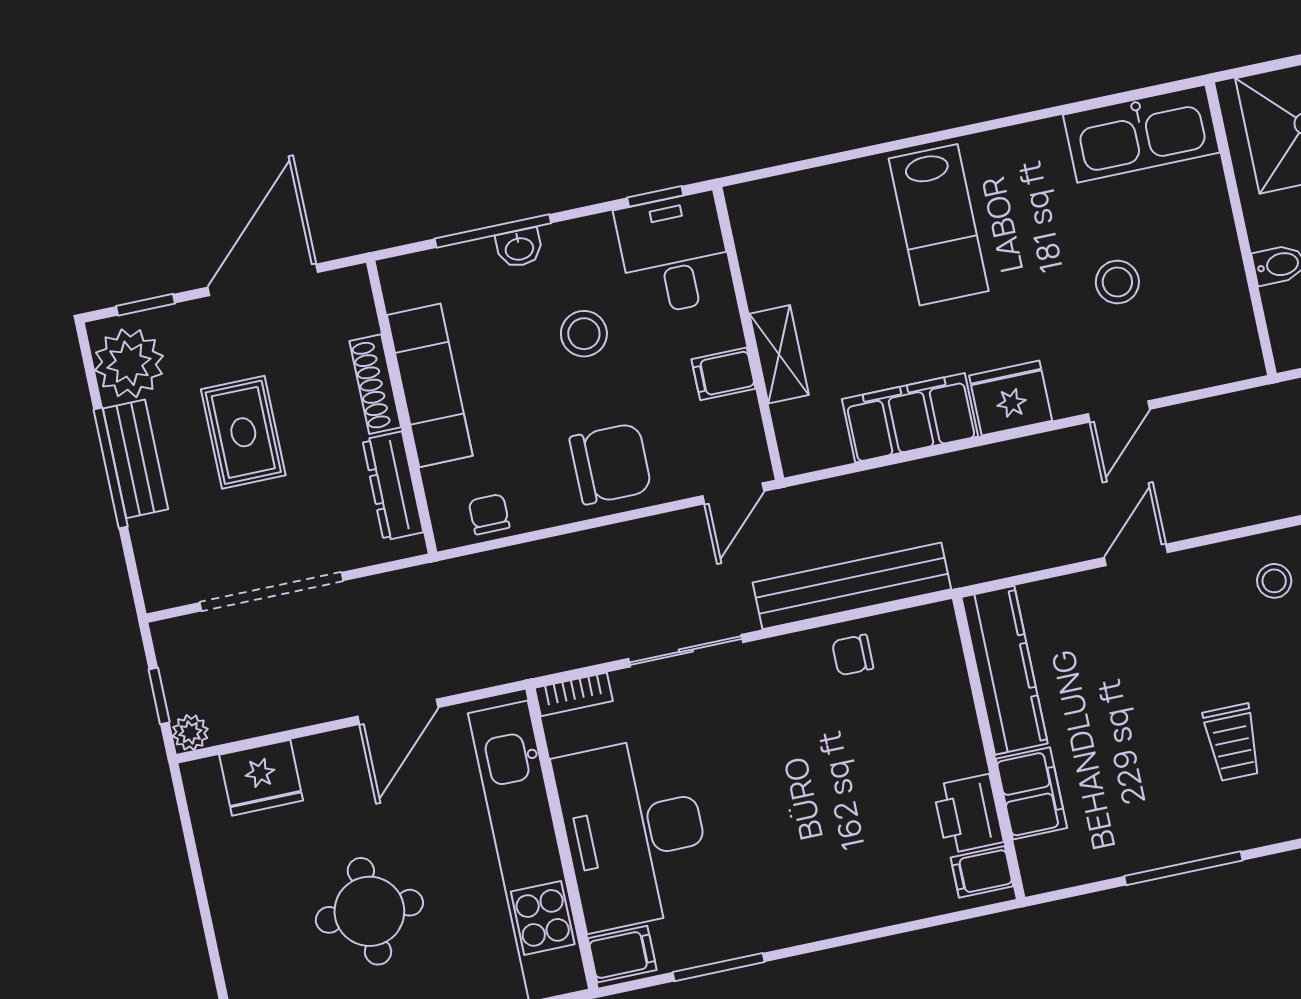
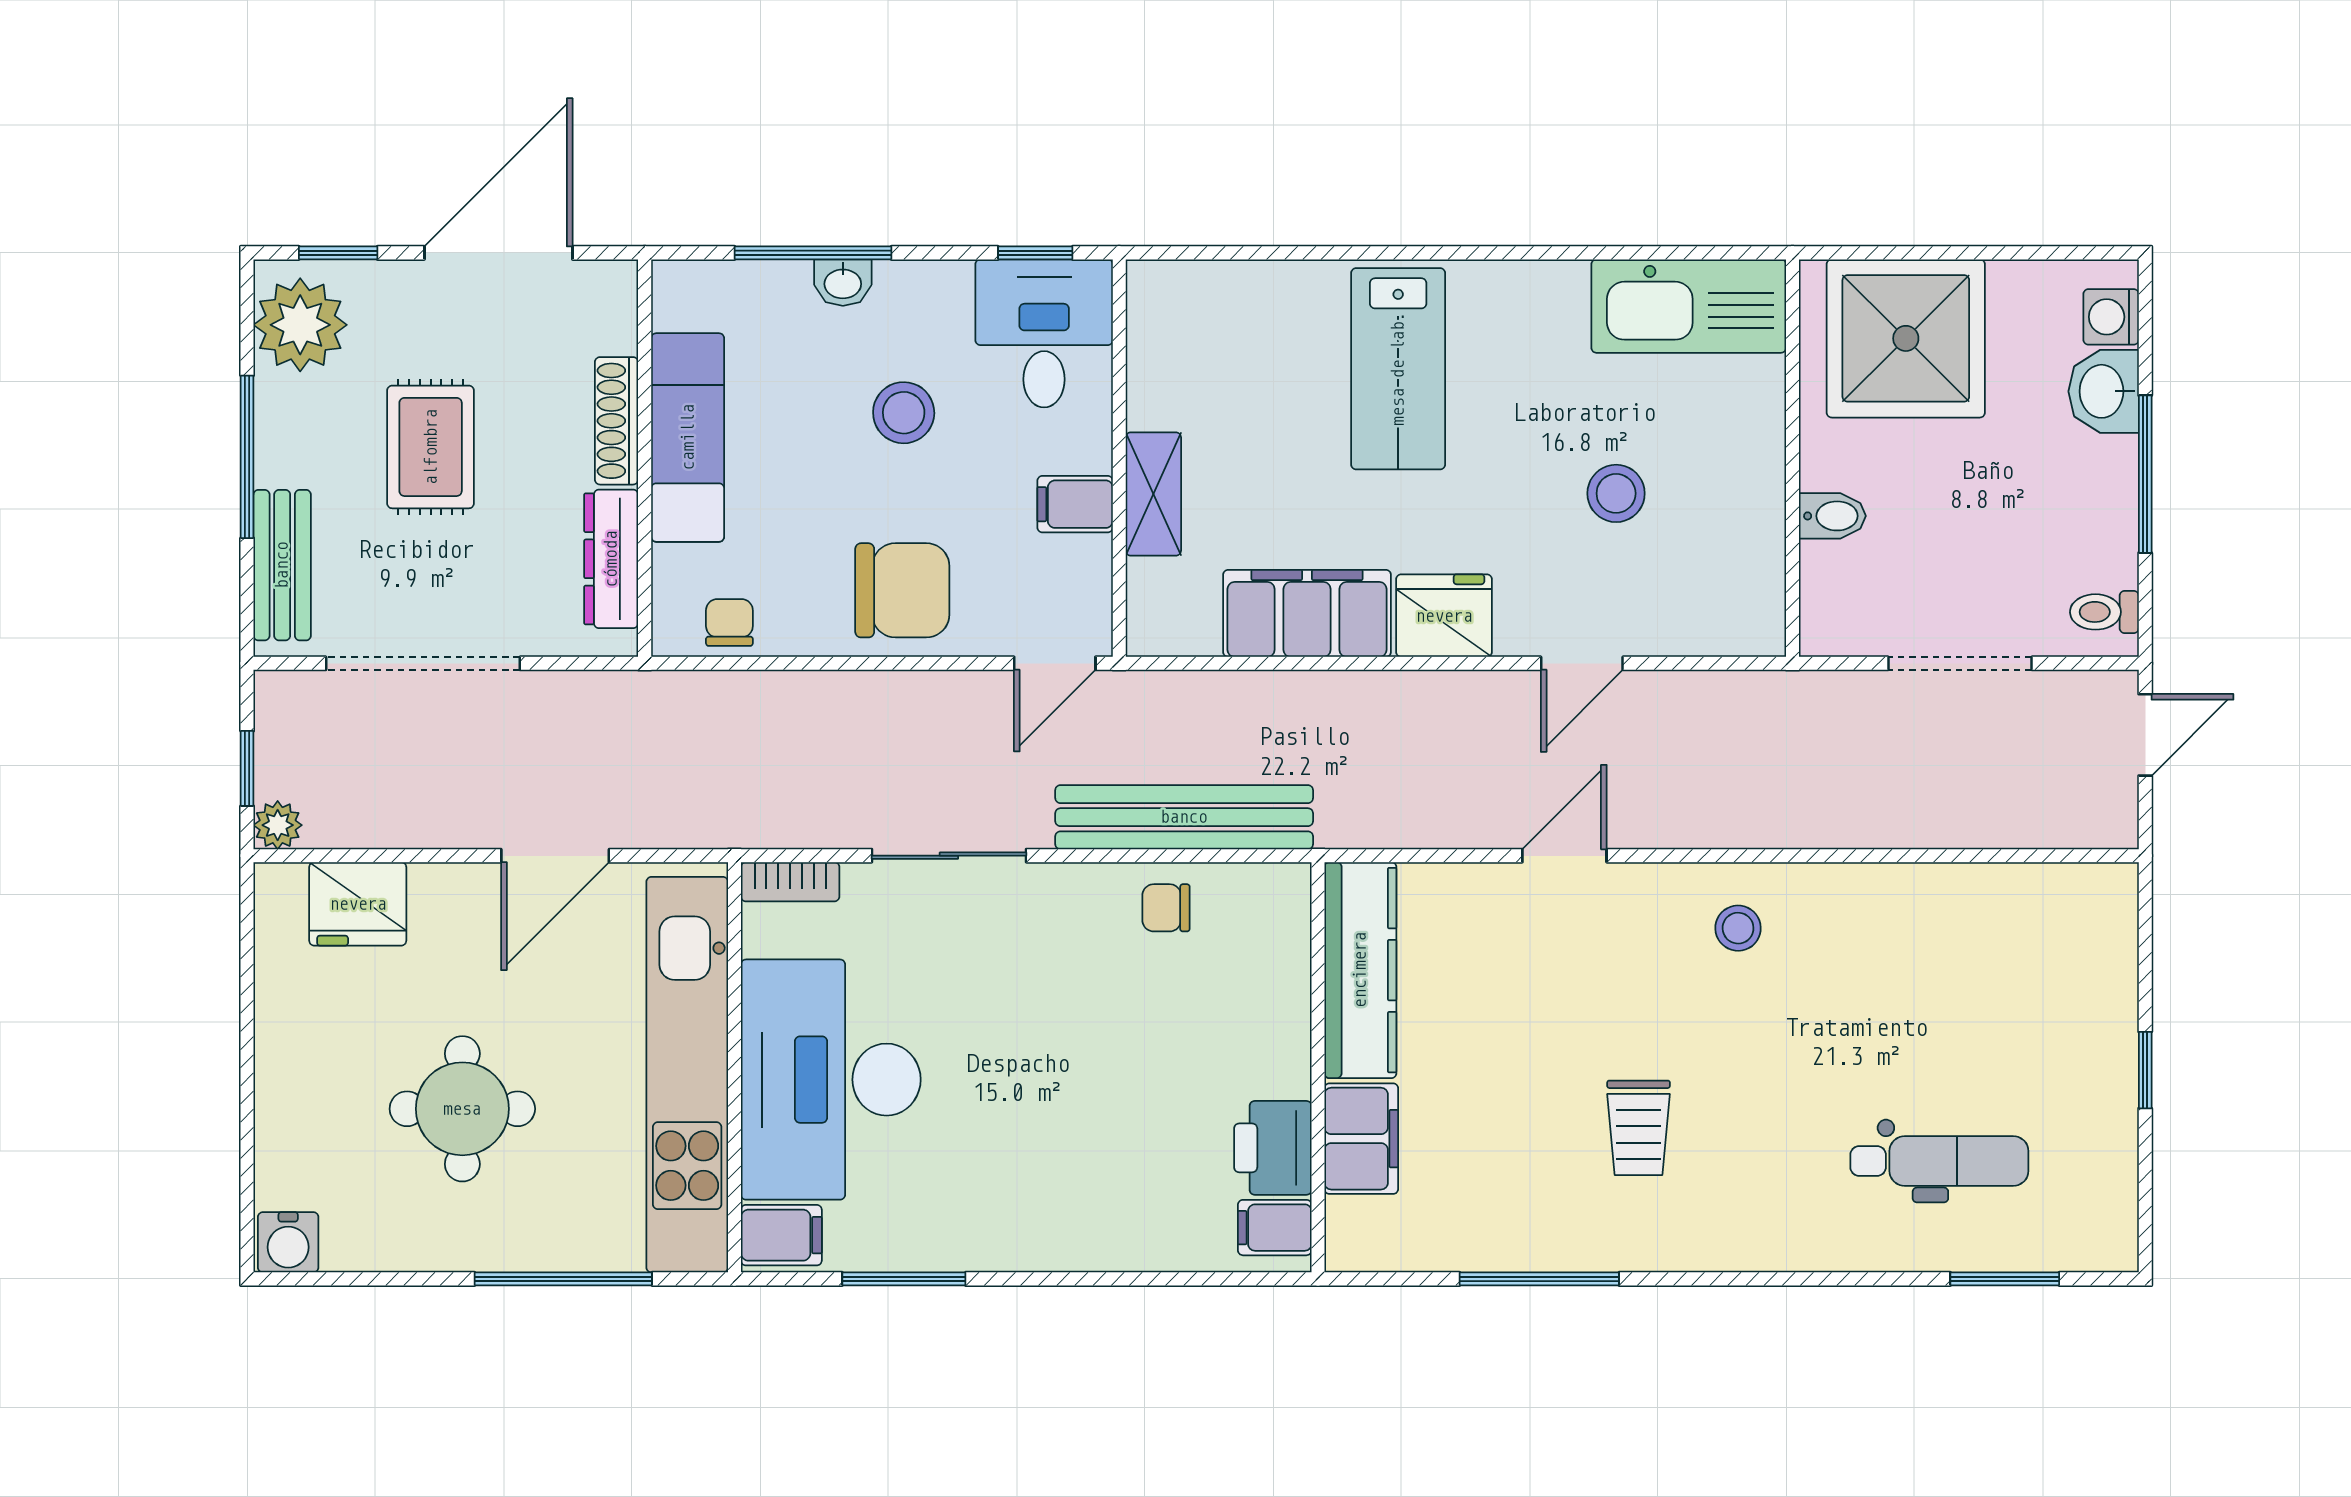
bench: (136, 459) -> (282, 565), moved

